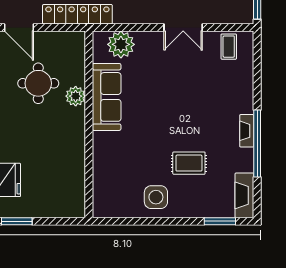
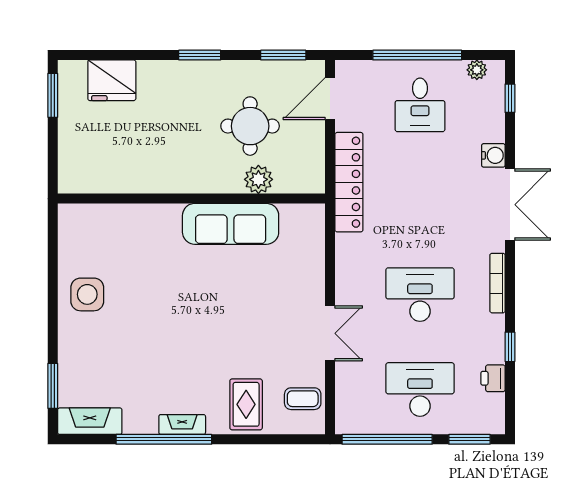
double door: (183, 27) -> (330, 333), swing flipped
plant: (121, 44) -> (306, 244), removed
plant: (76, 96) -> (258, 179), moved
rug: (189, 163) -> (246, 404), moved

